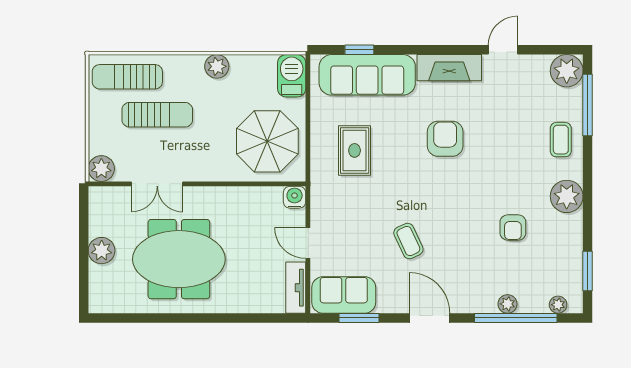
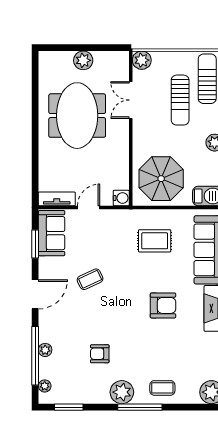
window: (588, 105) -> (140, 407), moved

